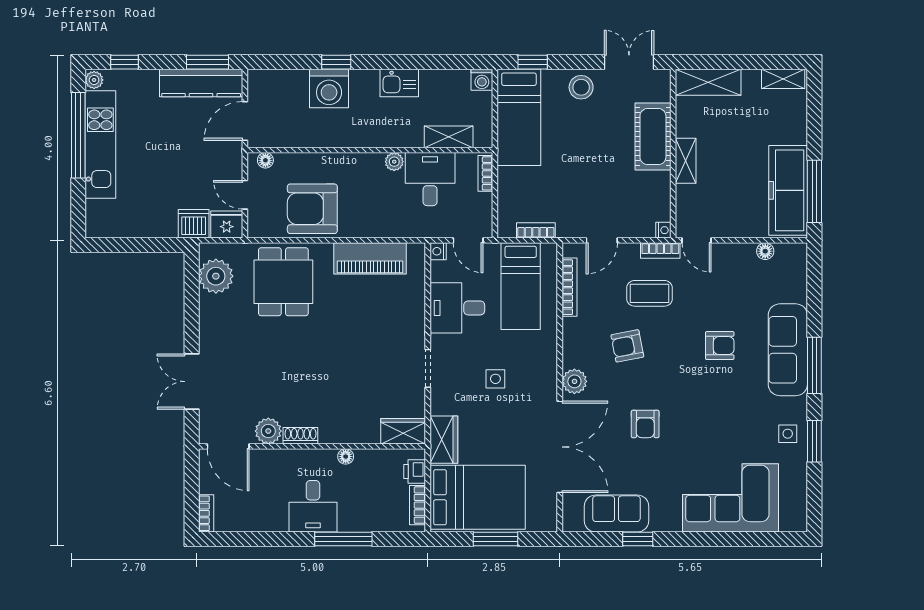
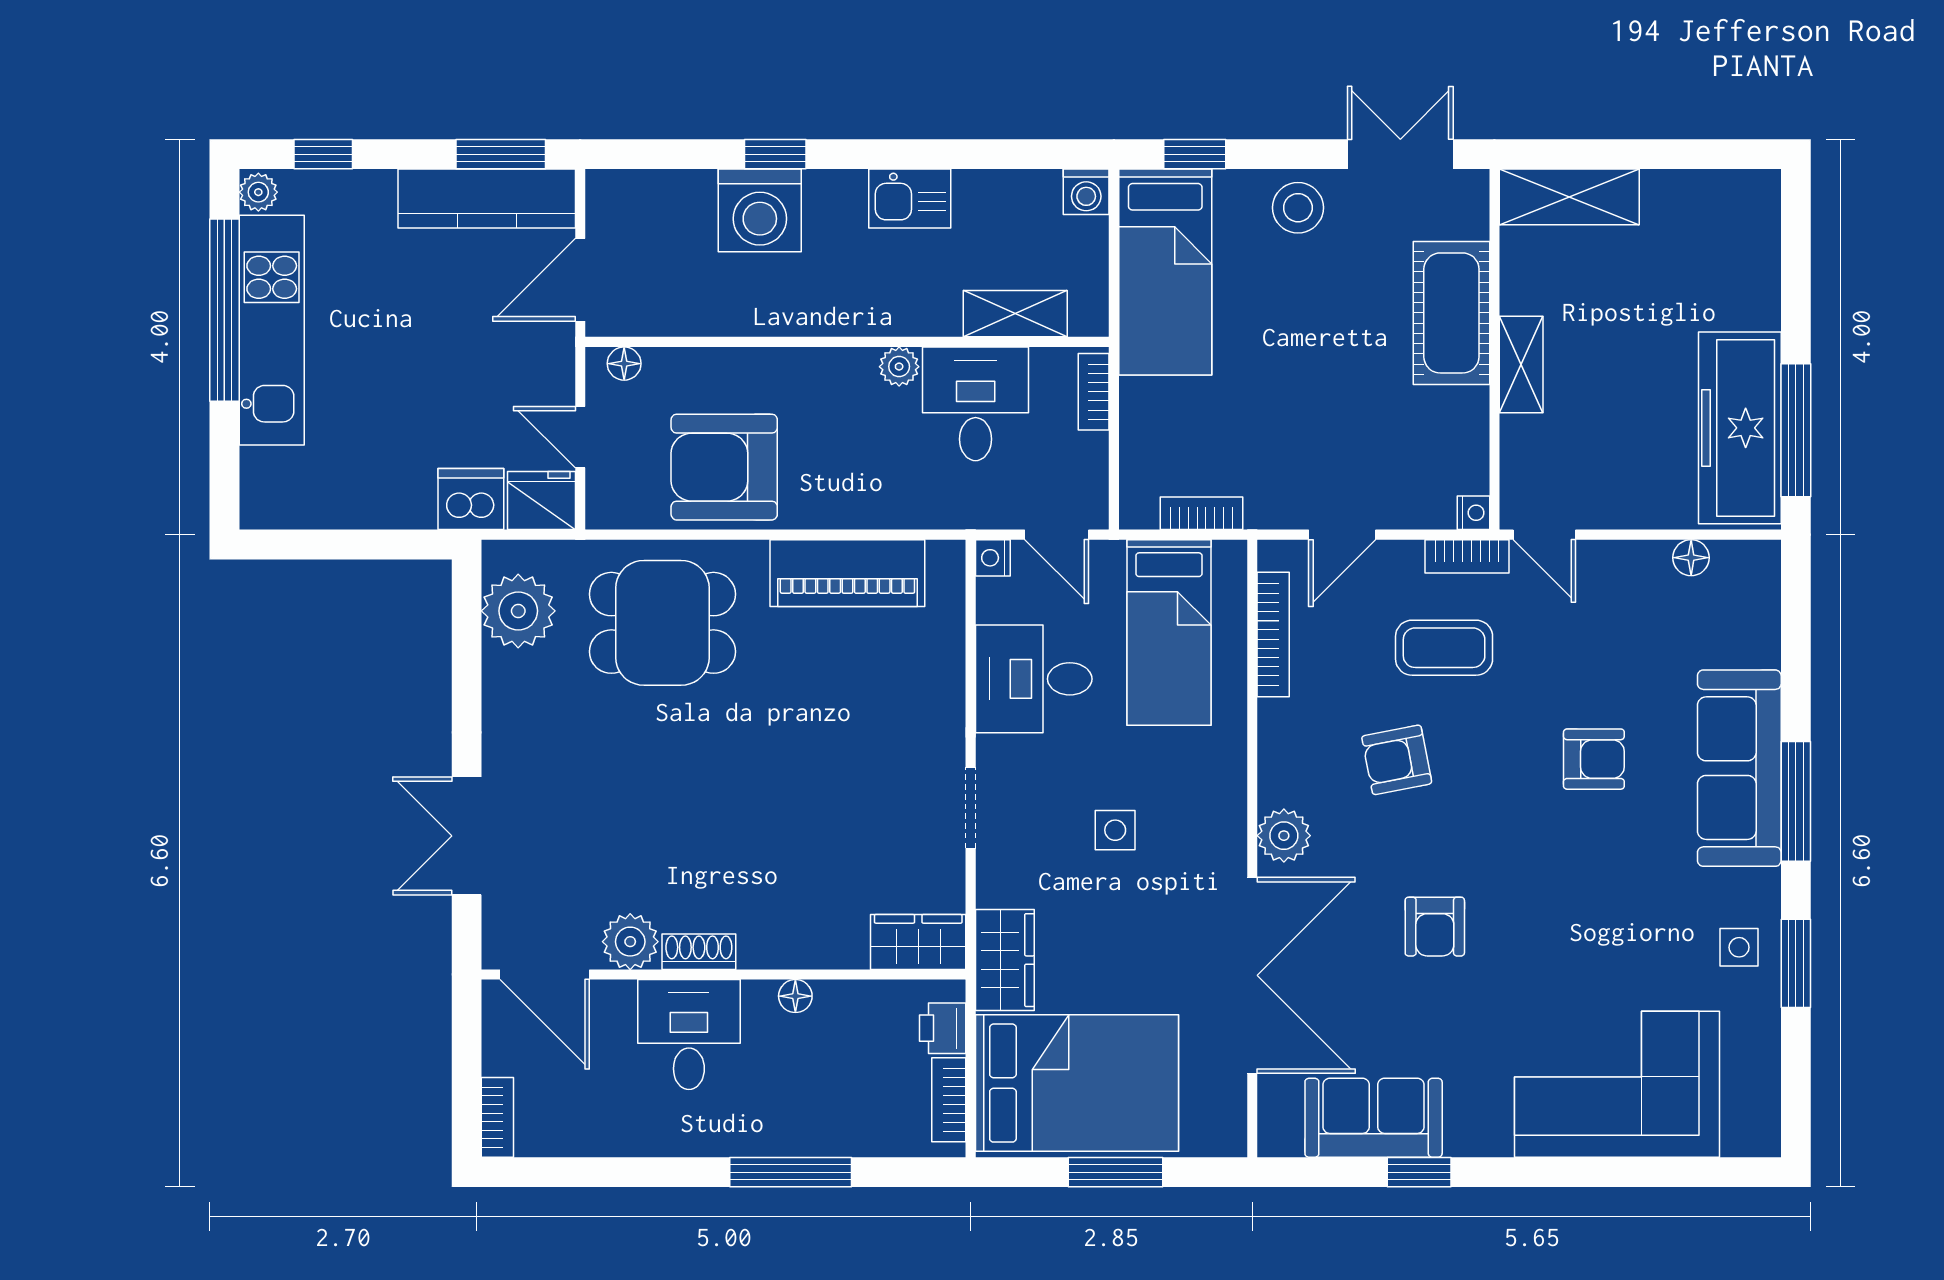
shelving: (783, 79) -> (1729, 190), removed
dining table: (283, 282) -> (662, 623), turned 90
desk: (313, 506) -> (689, 1035), moved, turned 180

